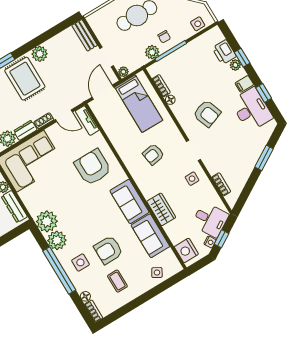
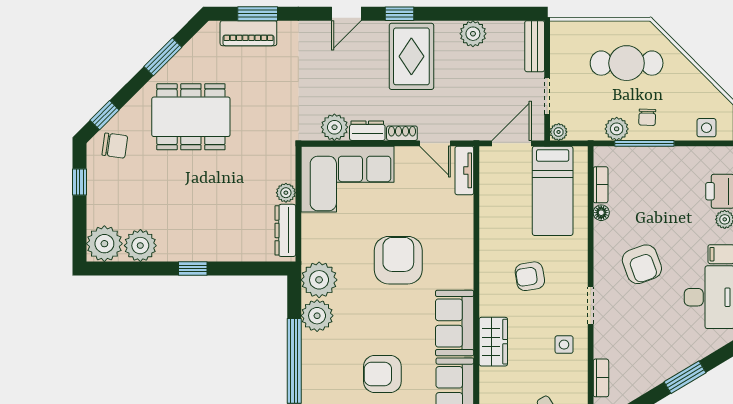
plant: (40, 54) -> (473, 34), moved
armchair: (93, 167) -> (398, 260), moved
wardrobe: (161, 209) -> (493, 342), moved
side table: (80, 262) -> (332, 368), removed

